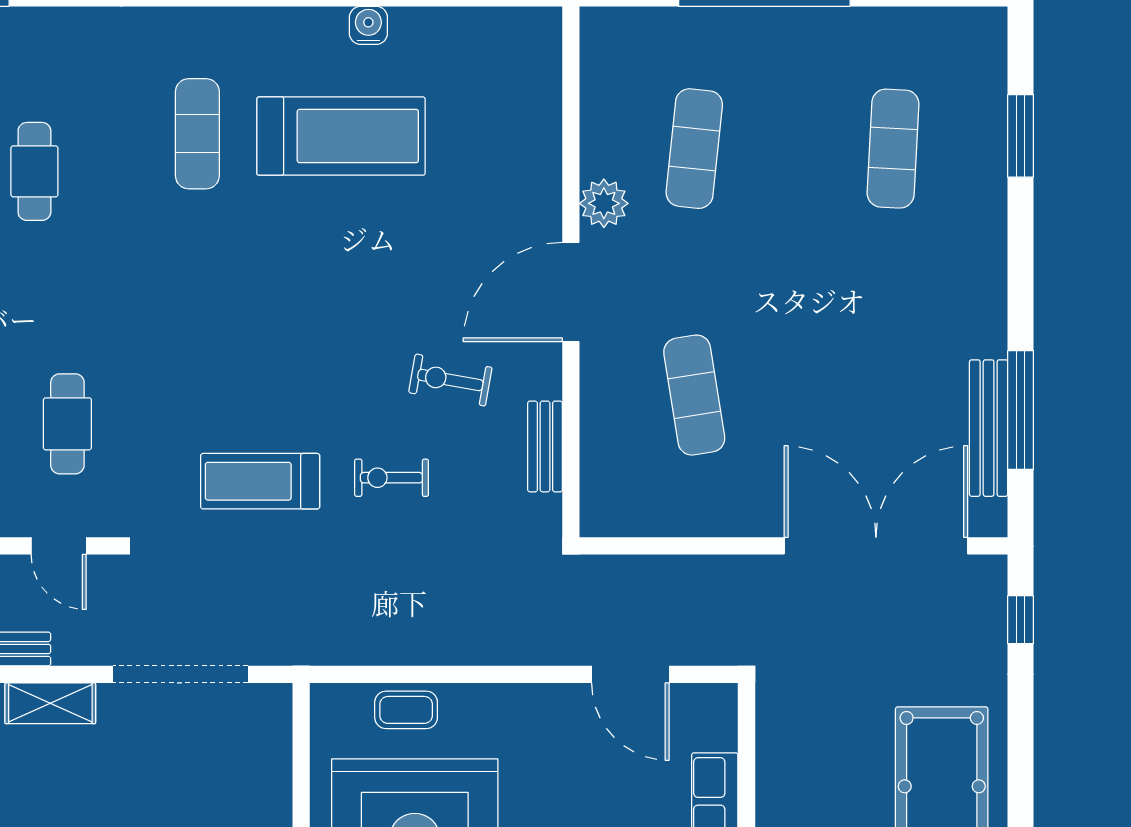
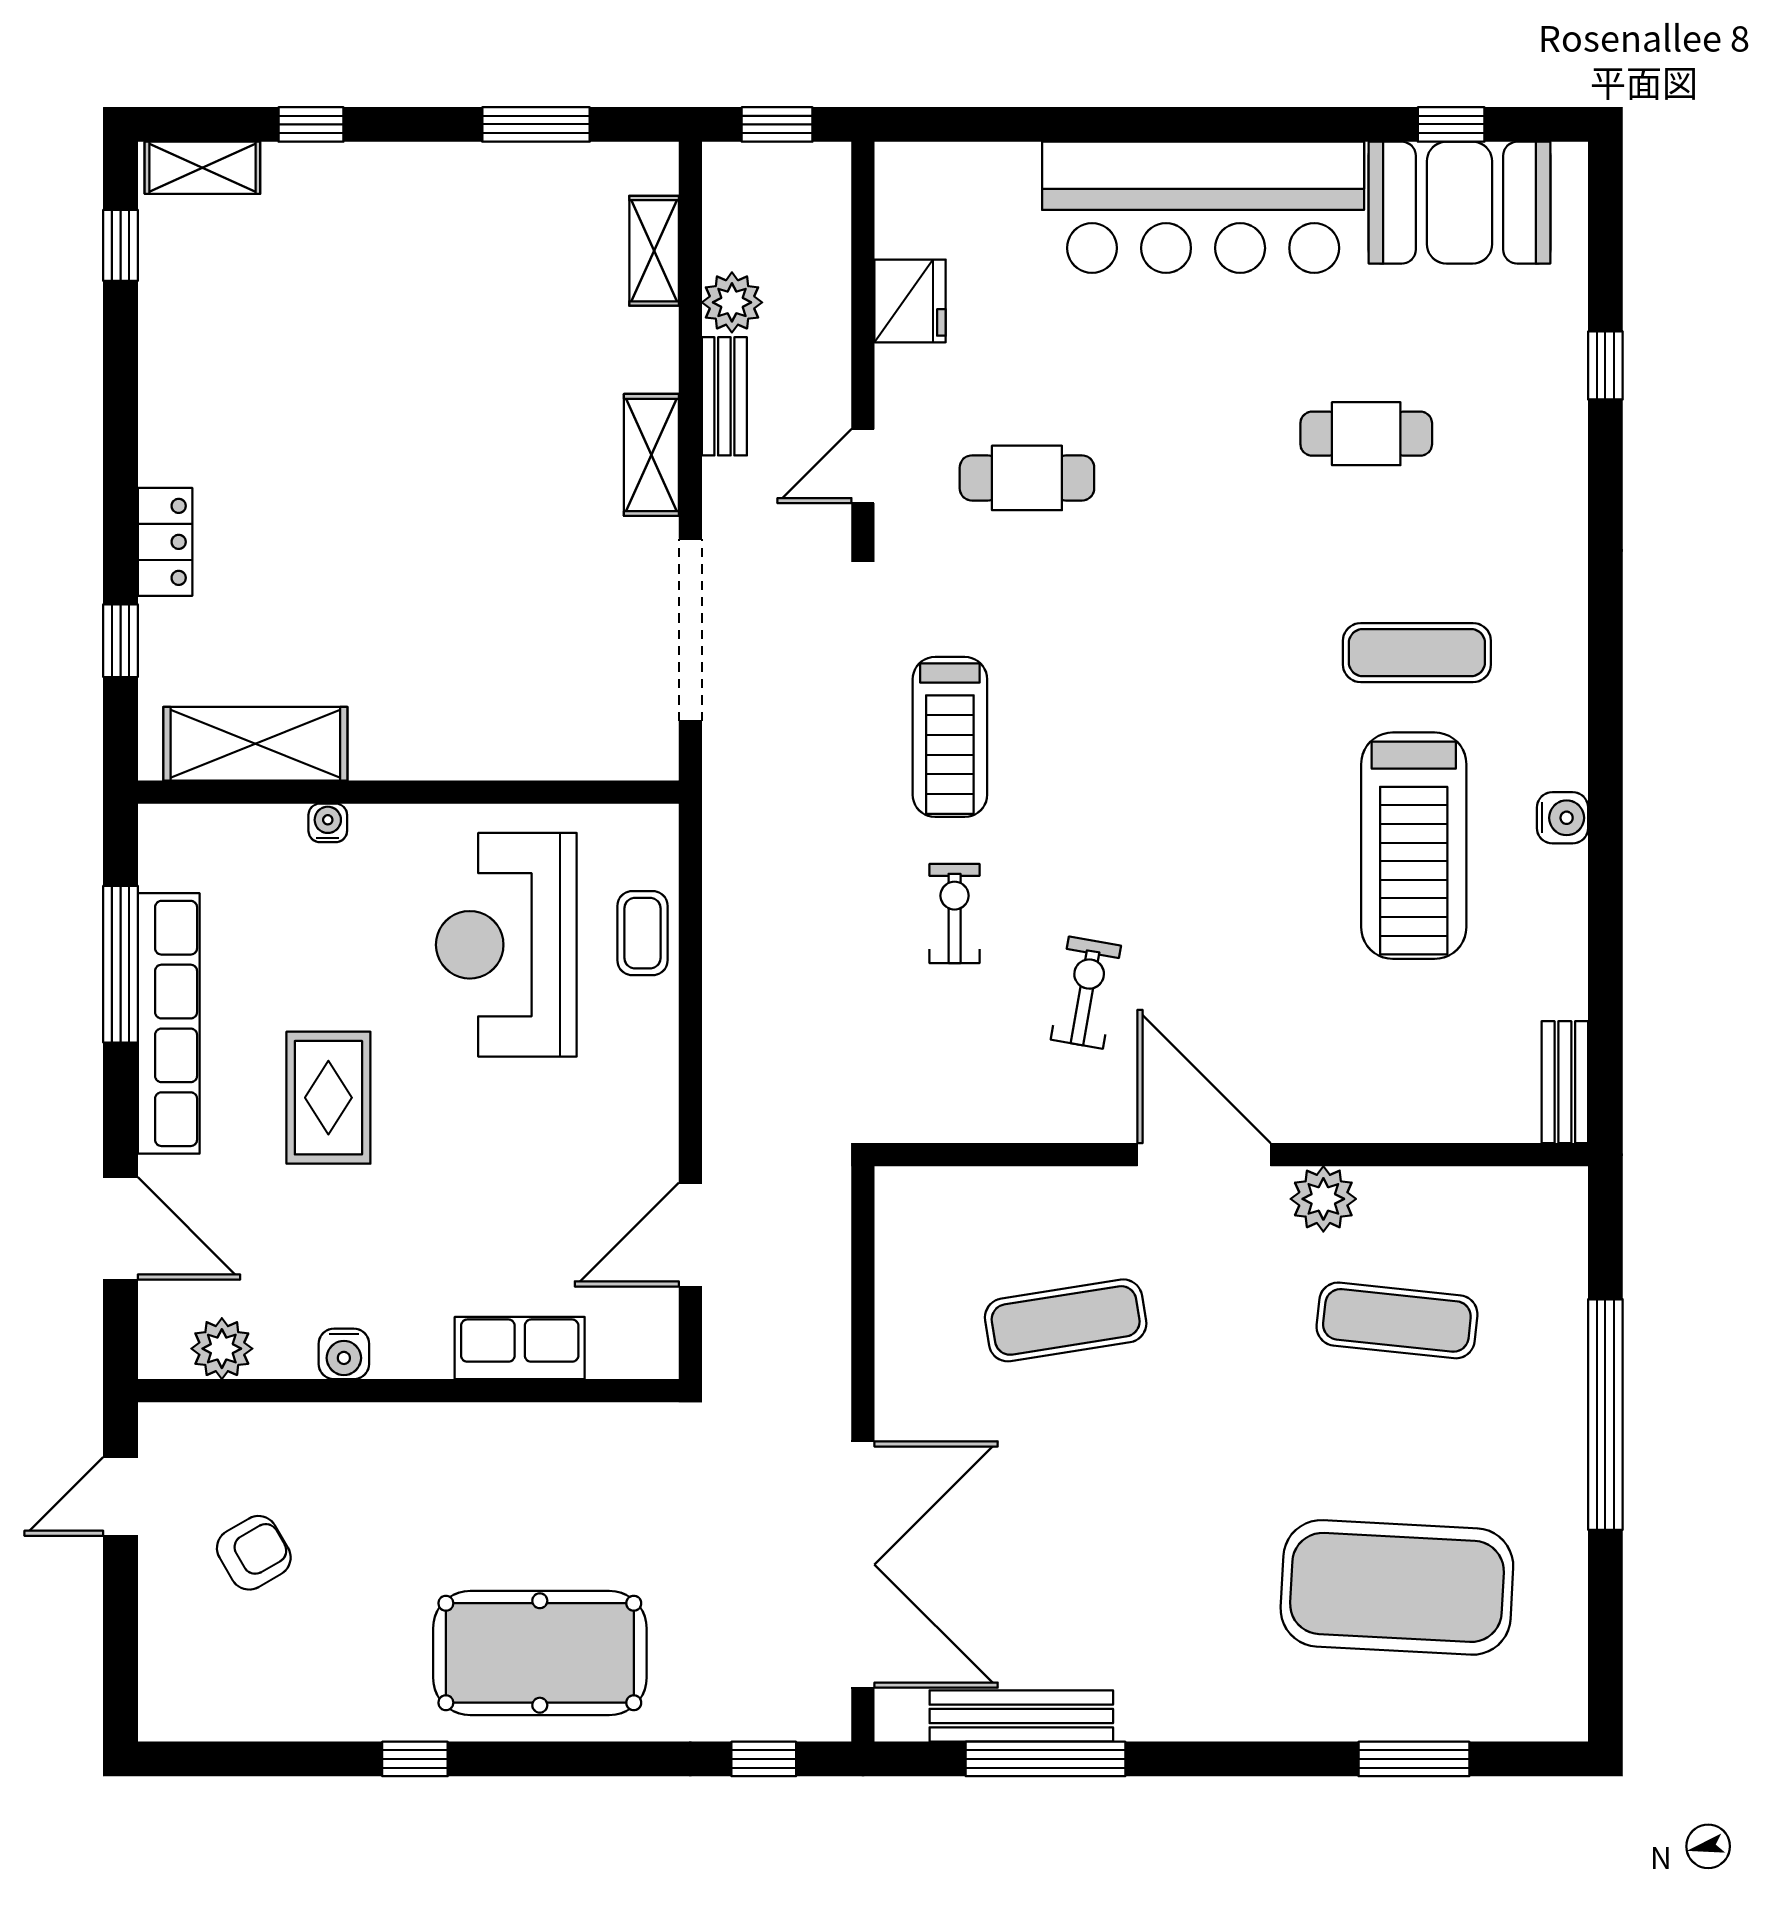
water cooler: (368, 25) -> (1563, 818), moved
exercise mat: (893, 149) -> (1397, 1587), width x2.00, depth x1.45
bench: (545, 446) -> (1565, 1082), moved, turned 90
treadmill: (260, 481) -> (950, 737), turned 180

